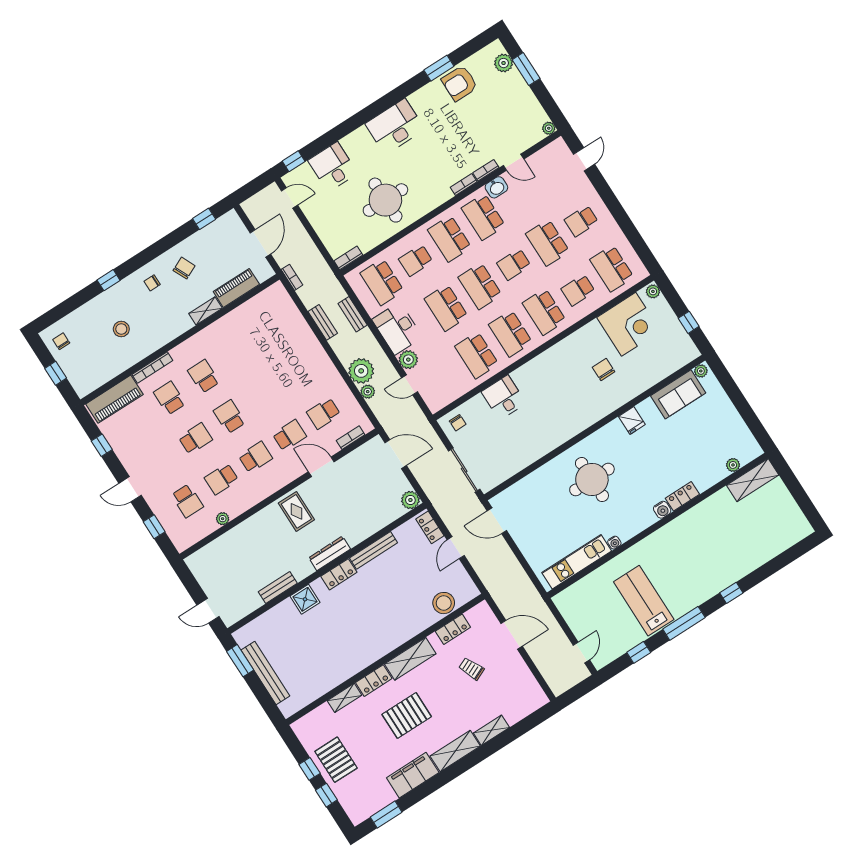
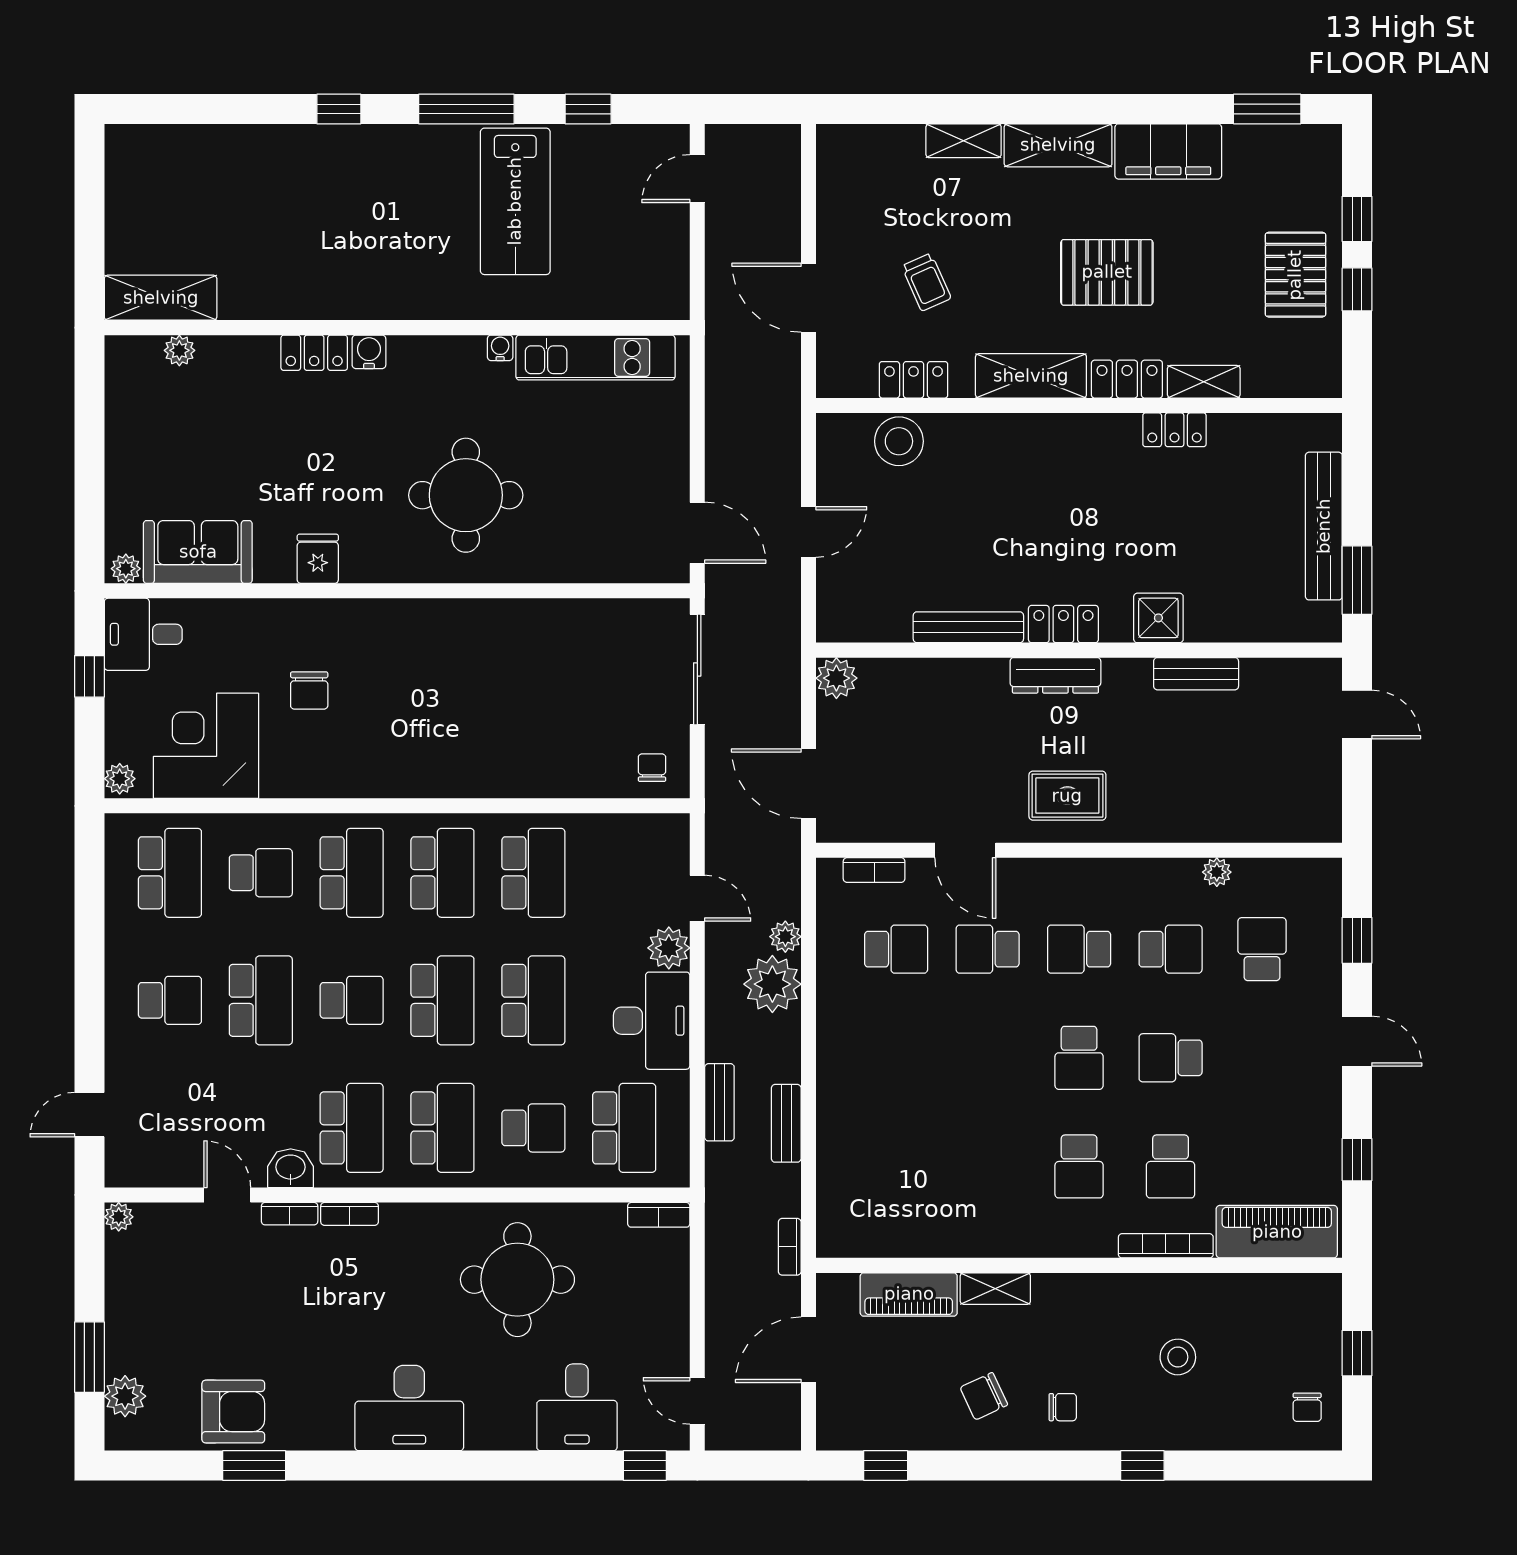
desk: (504, 397) -> (143, 634), moved, turned 90
rug: (296, 511) -> (1067, 796), turned 90
locker: (430, 527) -> (1174, 430), moved, turned 90

